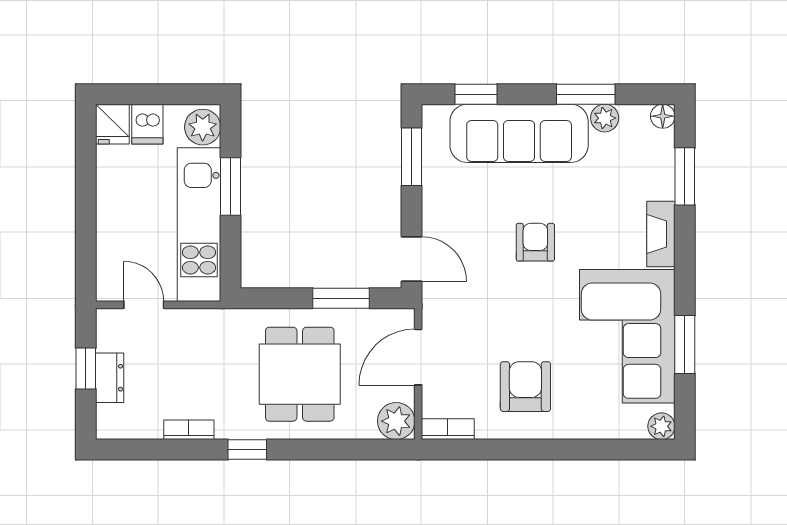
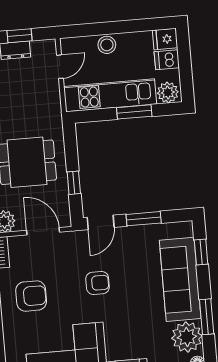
plant: (605, 118) -> (187, 337), width x1.87, depth x1.87
window: (412, 157) -> (144, 219), moved
stool: (114, 223) -> (107, 45), added
armchair: (535, 242) -> (97, 283), moved
window: (341, 298) -> (74, 183), width x0.67

